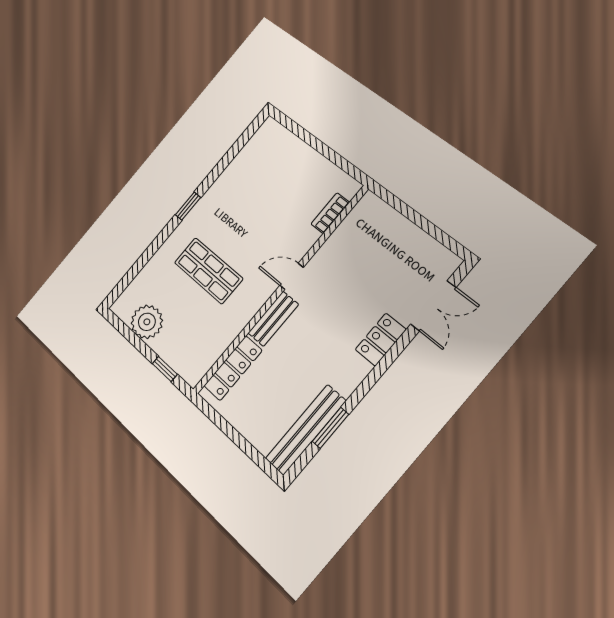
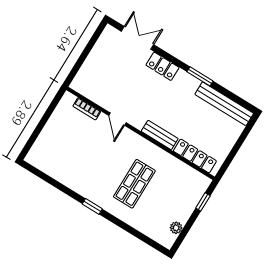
door: (292, 276) -> (117, 119), moved
plant: (147, 322) -> (176, 228), width x0.53, depth x0.53
window: (330, 428) -> (200, 76), moved

